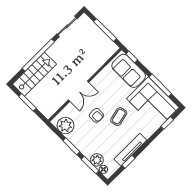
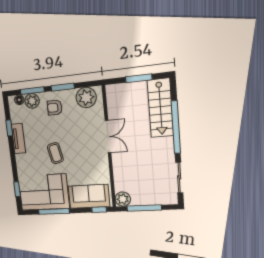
plant: (111, 48) -> (123, 199), added
double door: (79, 91) -> (108, 137), swing flipped
armchair: (96, 115) -> (55, 108), moved
tv unit: (130, 150) -> (18, 139), width x0.71

